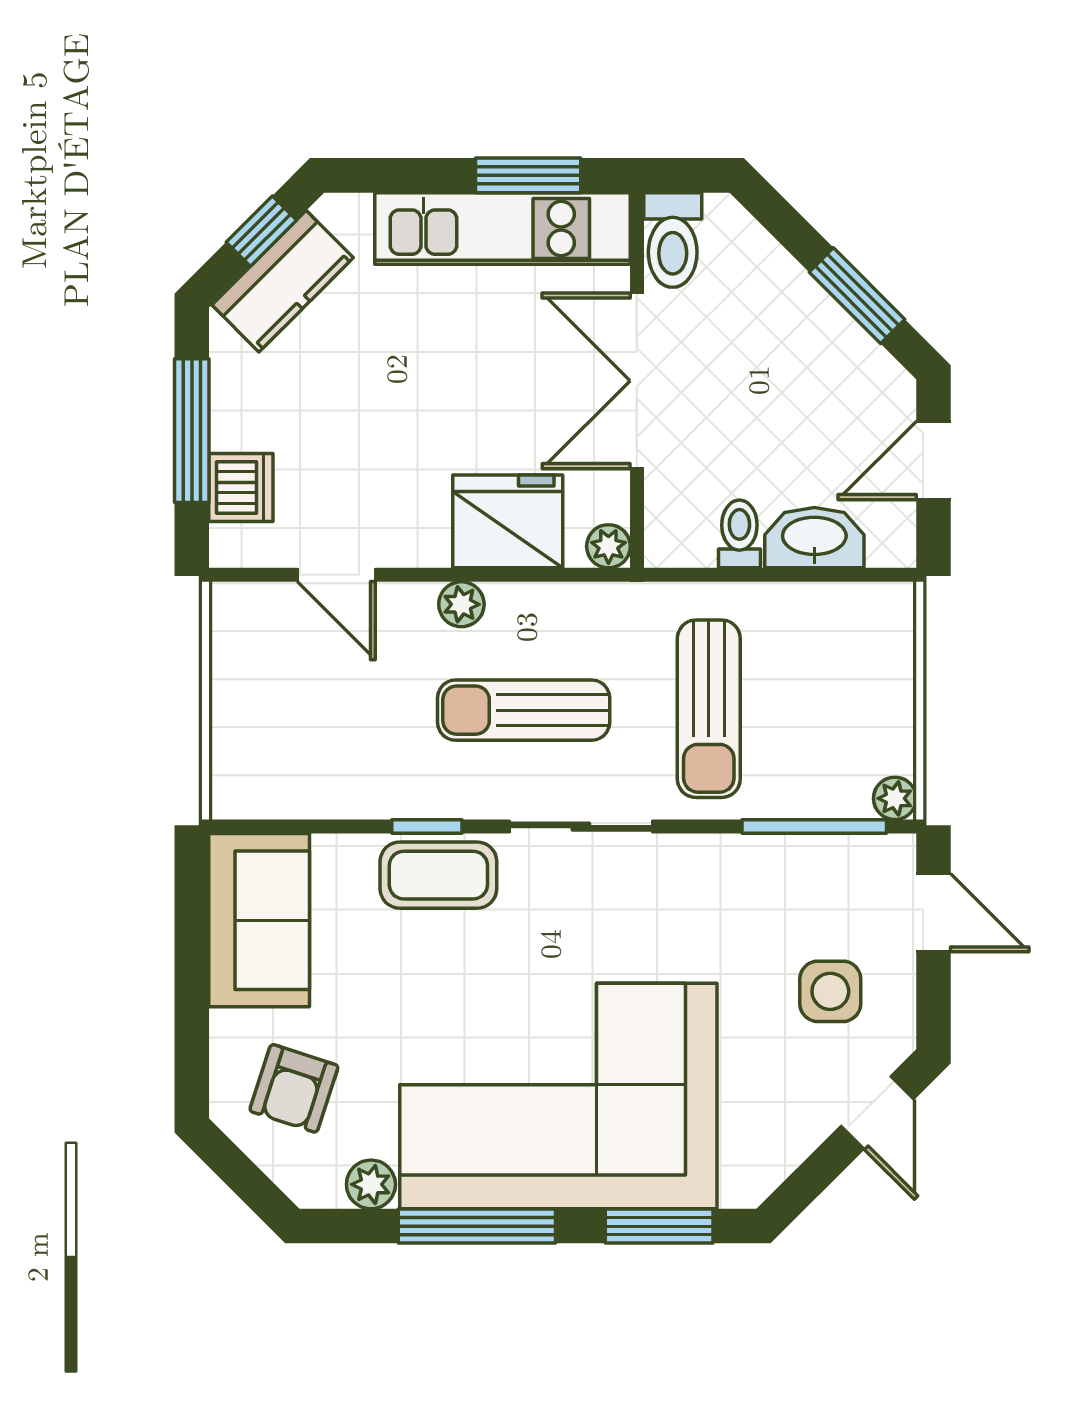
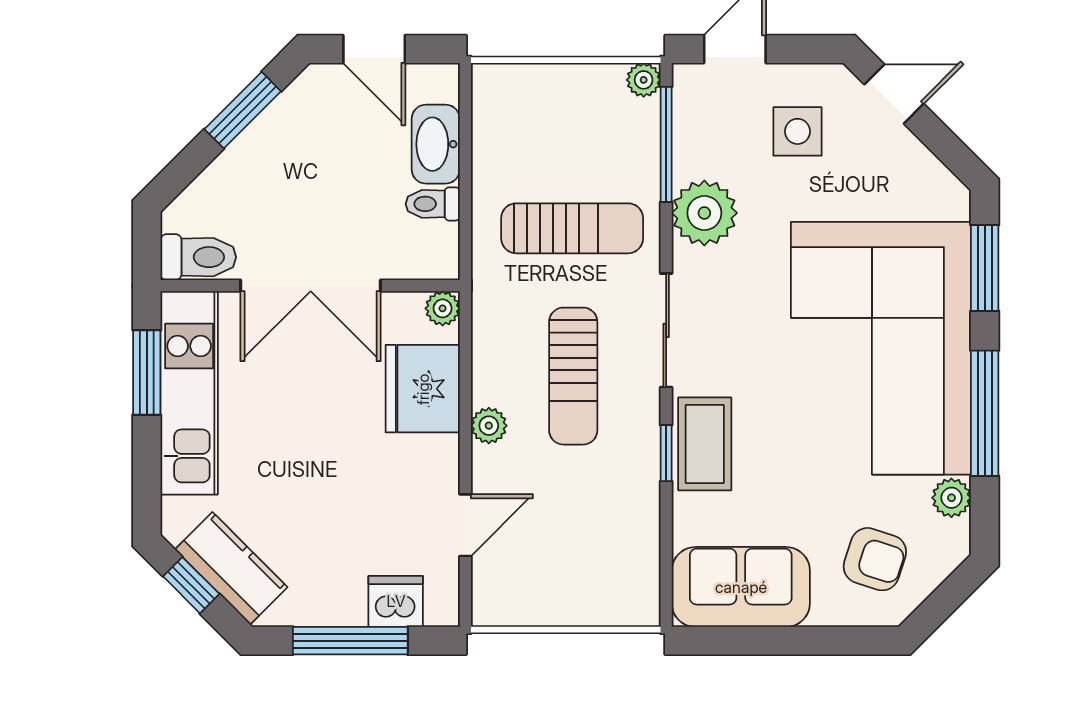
plant: (728, 875) -> (704, 213), added

